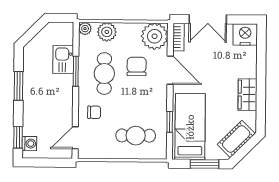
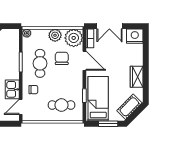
plant: (107, 32) -> (55, 35), moved
kitchen sink: (63, 60) -> (12, 89), moved

